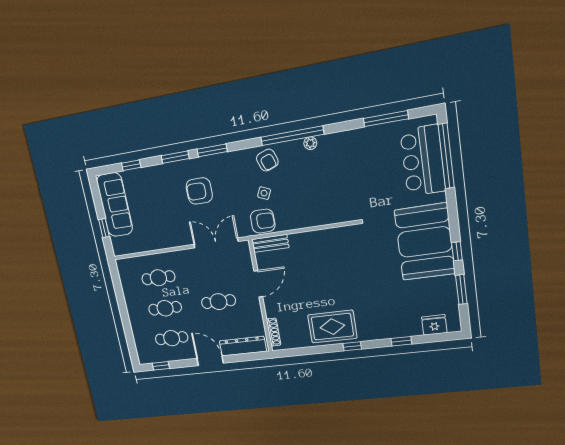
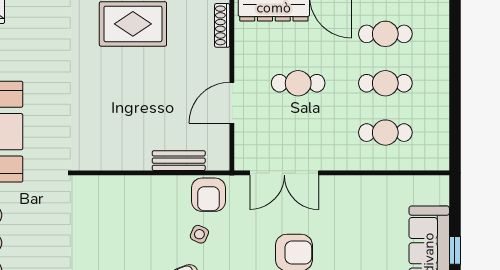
armchair: (263, 221) -> (208, 195), turned -90
window: (104, 228) -> (455, 250), moved
bench: (270, 243) -> (179, 161), moved

